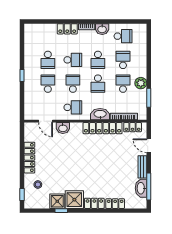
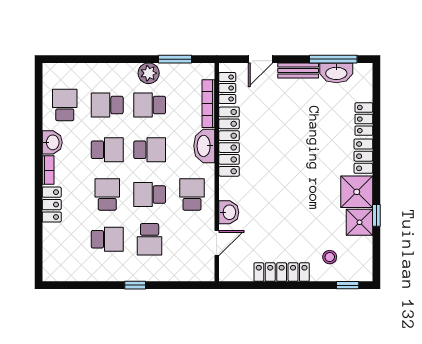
school desk: (48, 84) -> (150, 239), turned -90

